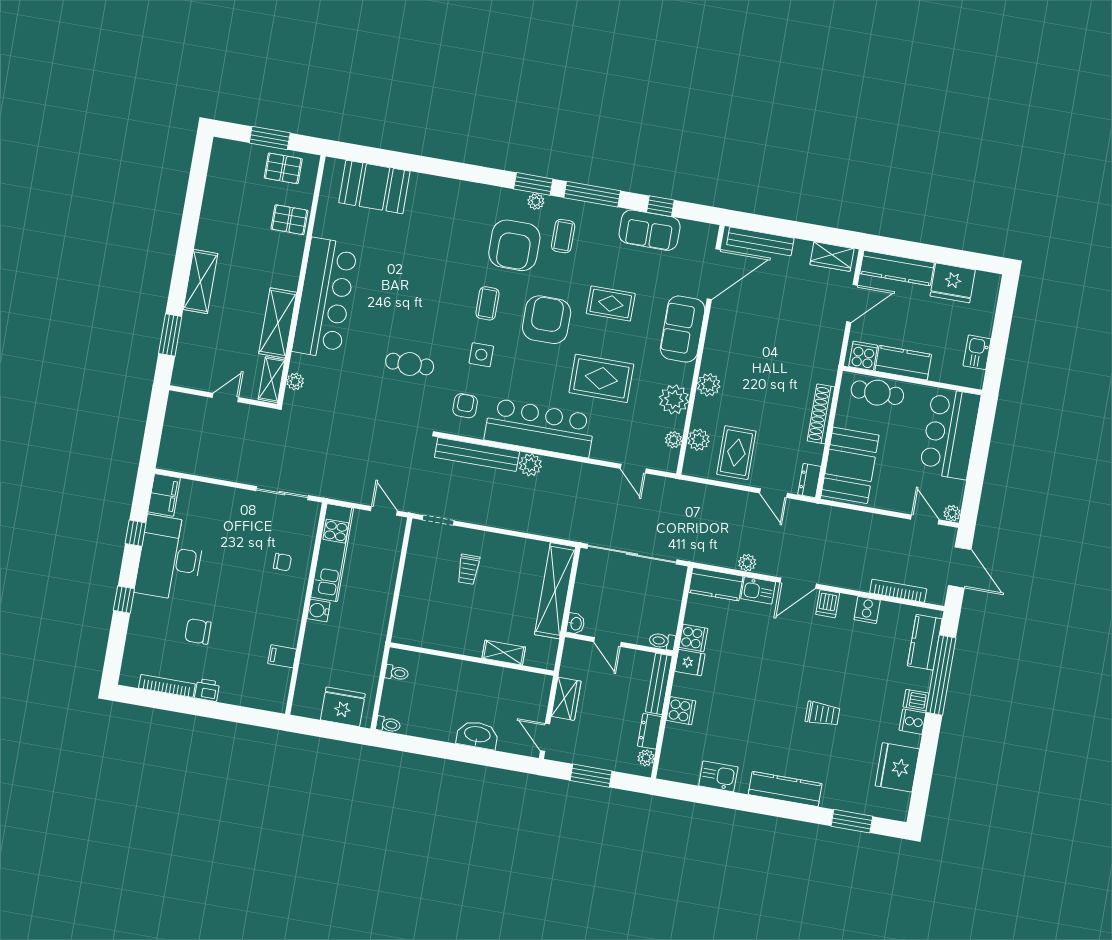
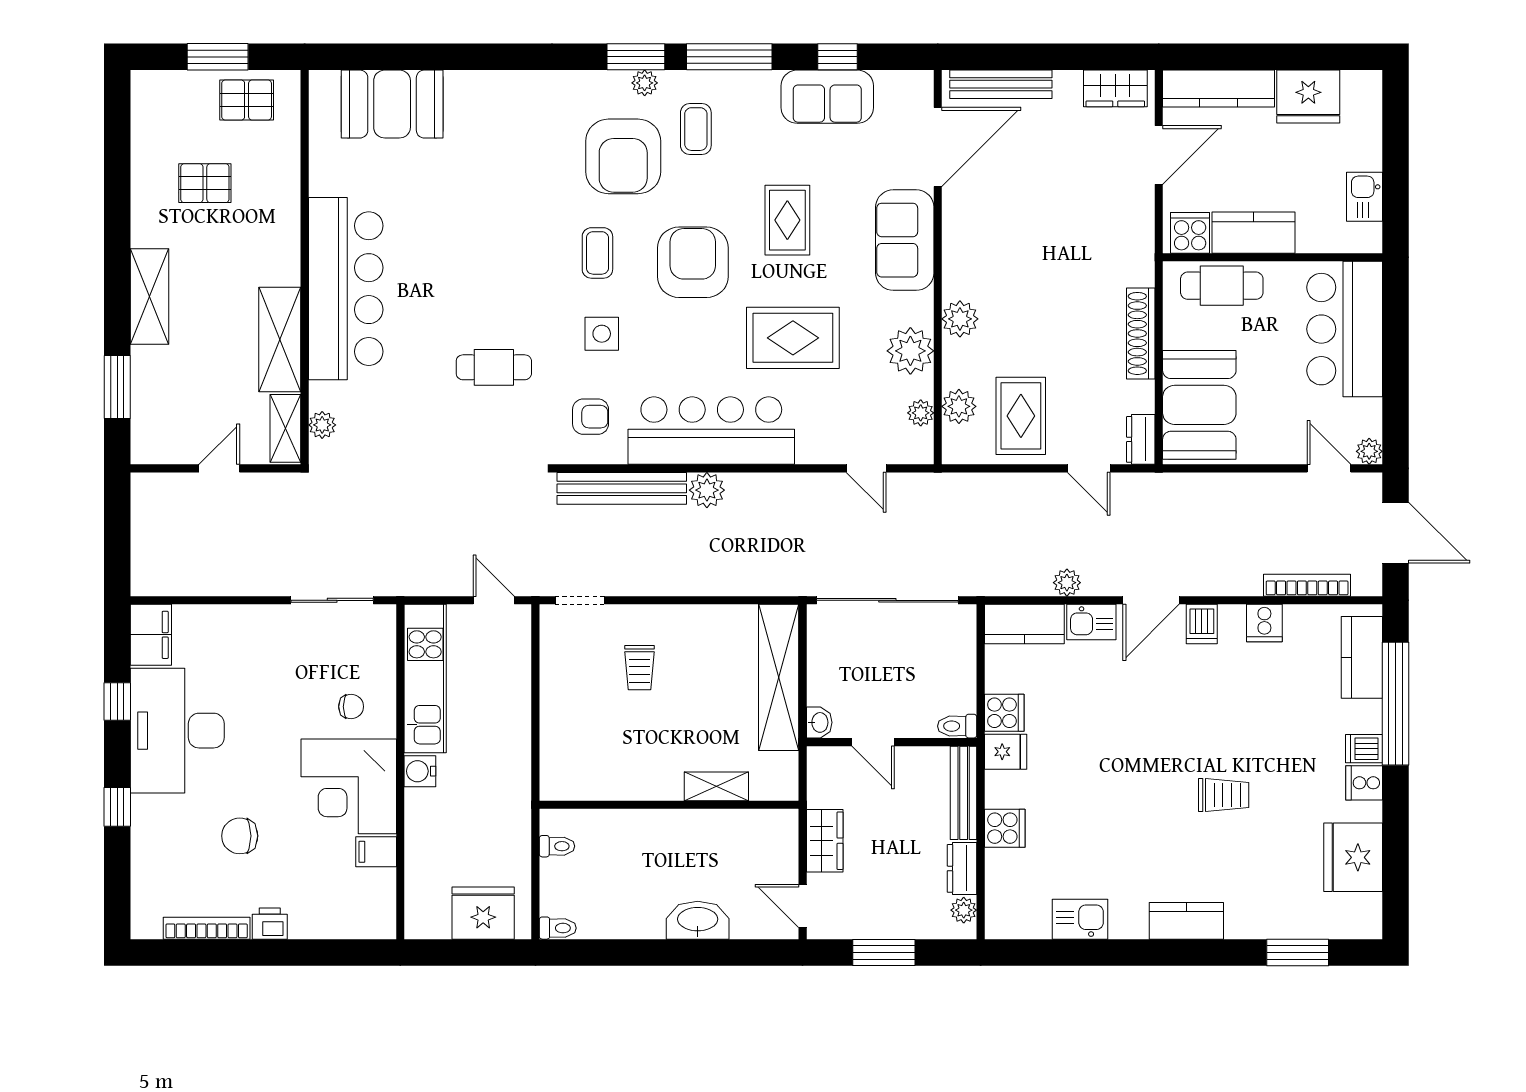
pallet: (290, 220) -> (205, 183), moved
rug: (611, 304) -> (787, 220), turned 90
armchair: (465, 406) -> (591, 417), turned 90
corner desk: (272, 612) -> (349, 786), added
kitchen counter: (785, 789) -> (1186, 921), width x0.67

